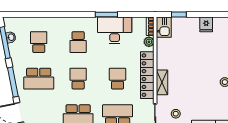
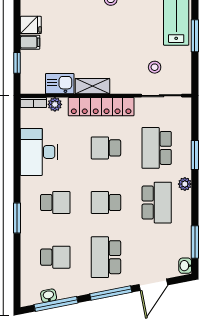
window: (106, 14) -> (17, 218), moved
filing cabinet: (194, 24) -> (30, 42), added
kitchen sink: (164, 27) -> (60, 84), moved
school desk: (39, 42) -> (55, 257), turned 180
school desk: (39, 79) -> (106, 257), turned 180
shelving: (162, 82) -> (92, 86), moved

